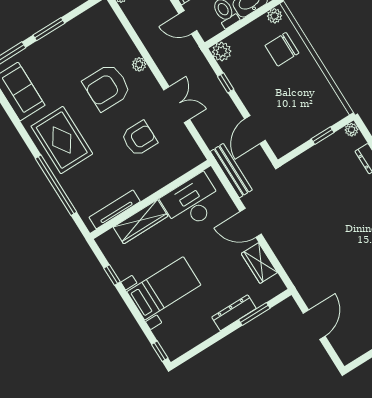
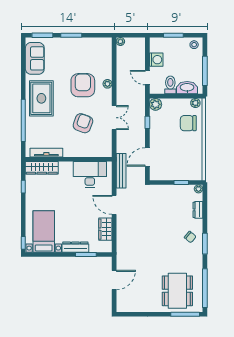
armchair: (107, 87) -> (83, 85), turned 90
armchair: (139, 139) -> (83, 123), turned -70
wardrobe: (141, 222) -> (42, 168), moved
bed with nightstands: (164, 288) -> (44, 231), moved, turned -90

